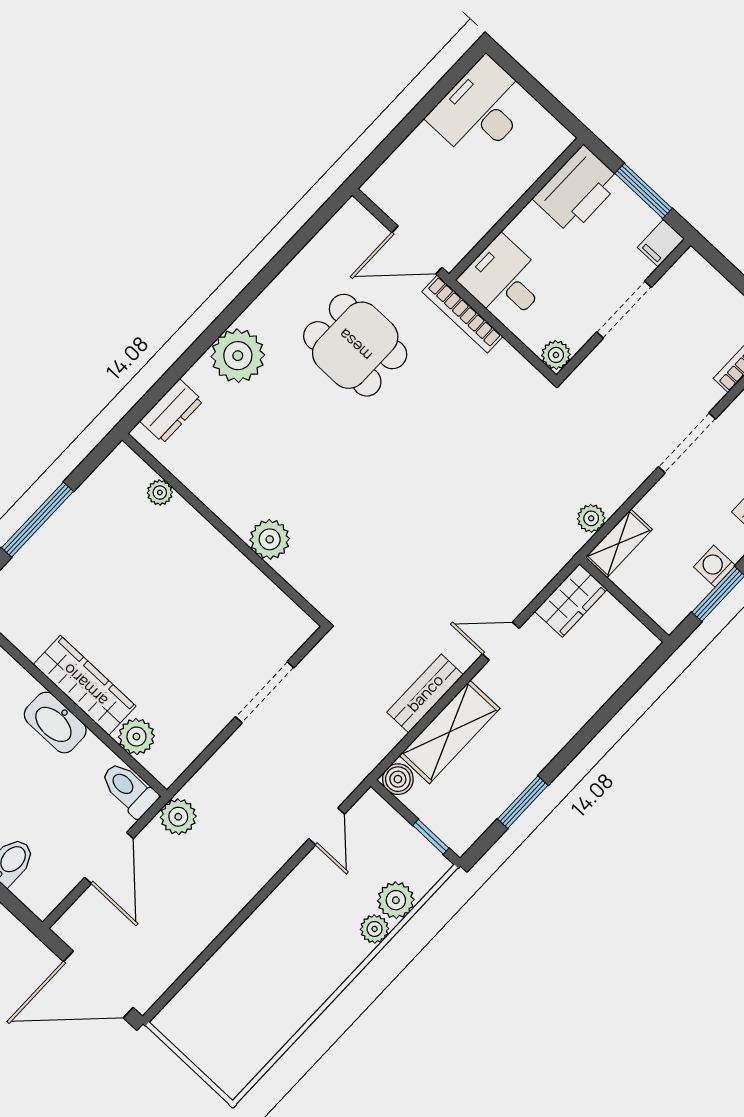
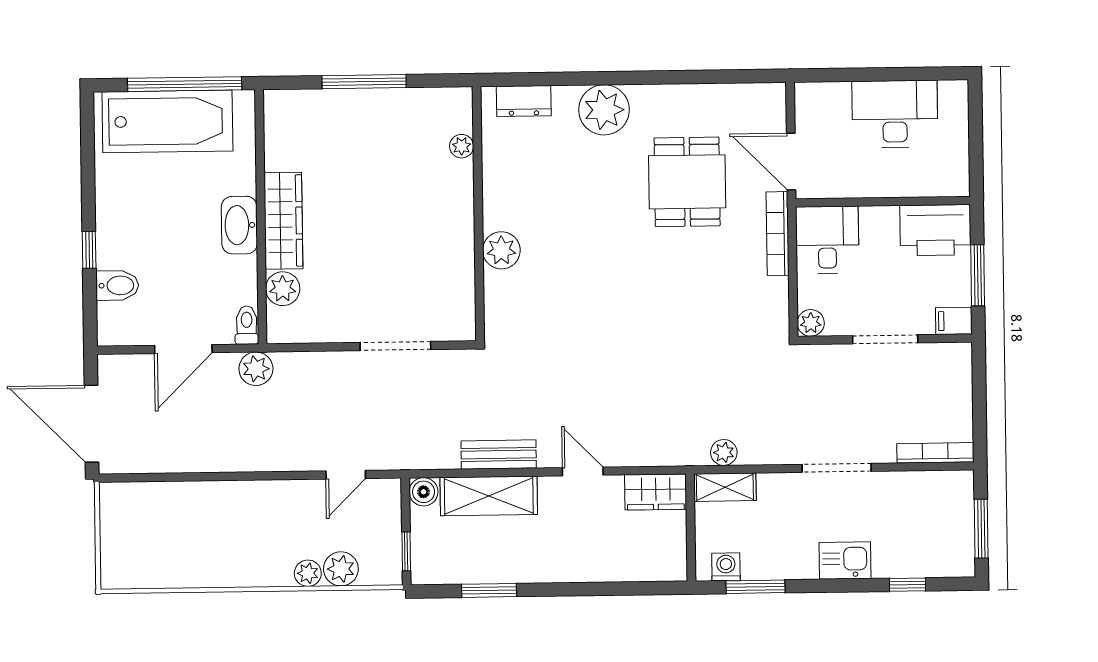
desk: (481, 110) -> (895, 114), moved
washing machine: (714, 566) -> (726, 567), moved
toilet: (129, 789) -> (247, 325), width x0.73, depth x0.72

